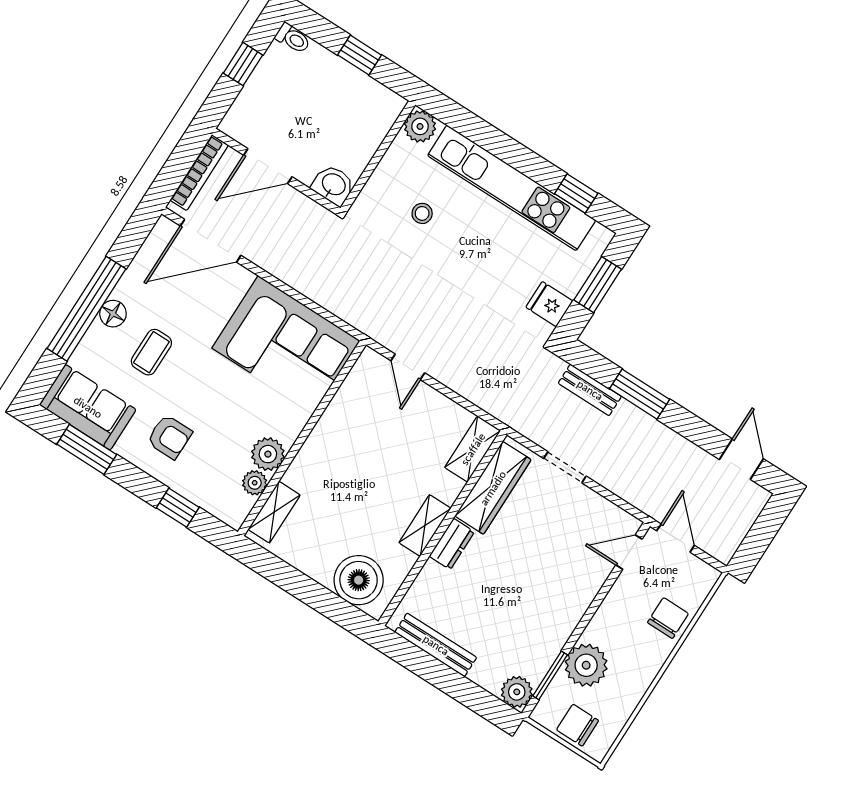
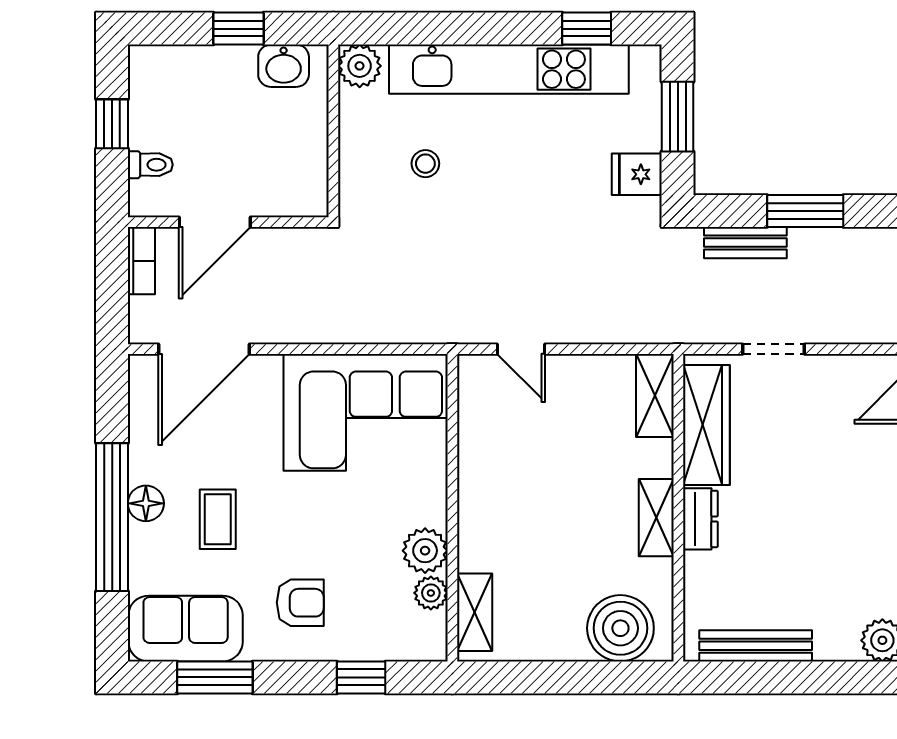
toilet: (293, 38) -> (150, 165), moved
bookcase: (199, 173) -> (141, 261), width x0.64
washbasin: (333, 185) -> (284, 66), moved, turned 180

